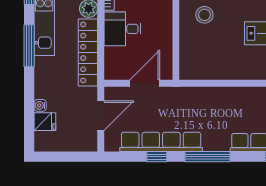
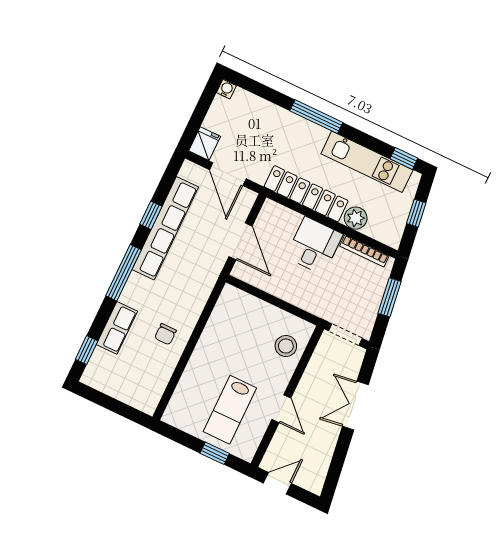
window: (29, 46) -> (316, 117), moved
water cooler: (40, 105) -> (226, 89), moved
chair: (237, 105) -> (165, 334), added
fridge: (45, 122) -> (205, 144), moved, turned 180

